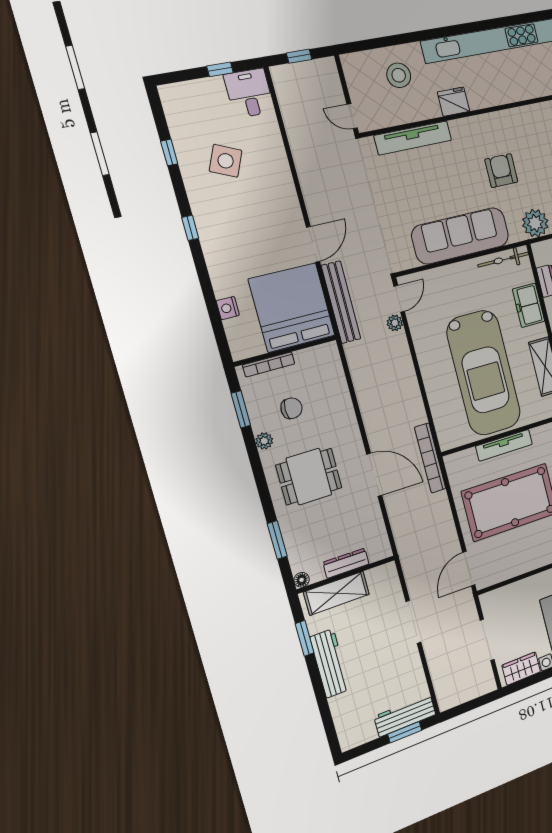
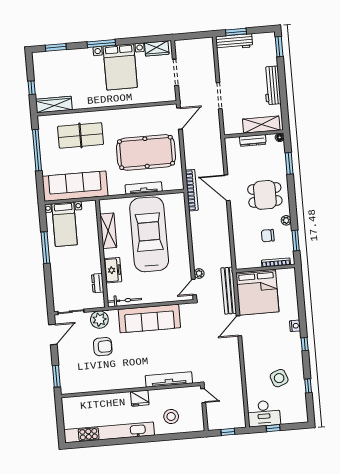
desk: (249, 93) -> (264, 413), width x1.37
side table: (226, 161) -> (279, 378), turned 45
armchair: (501, 171) -> (103, 347), moved, turned -90
nightstand: (228, 308) -> (295, 326), moved
window: (305, 638) -> (279, 47), moved

